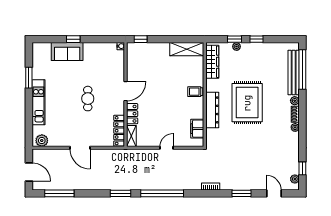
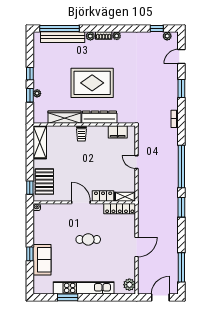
pallet: (147, 54) -> (44, 182), added
wardrobe: (212, 62) -> (65, 117), moved
kitchen unit: (38, 102) -> (84, 288), width x1.36

